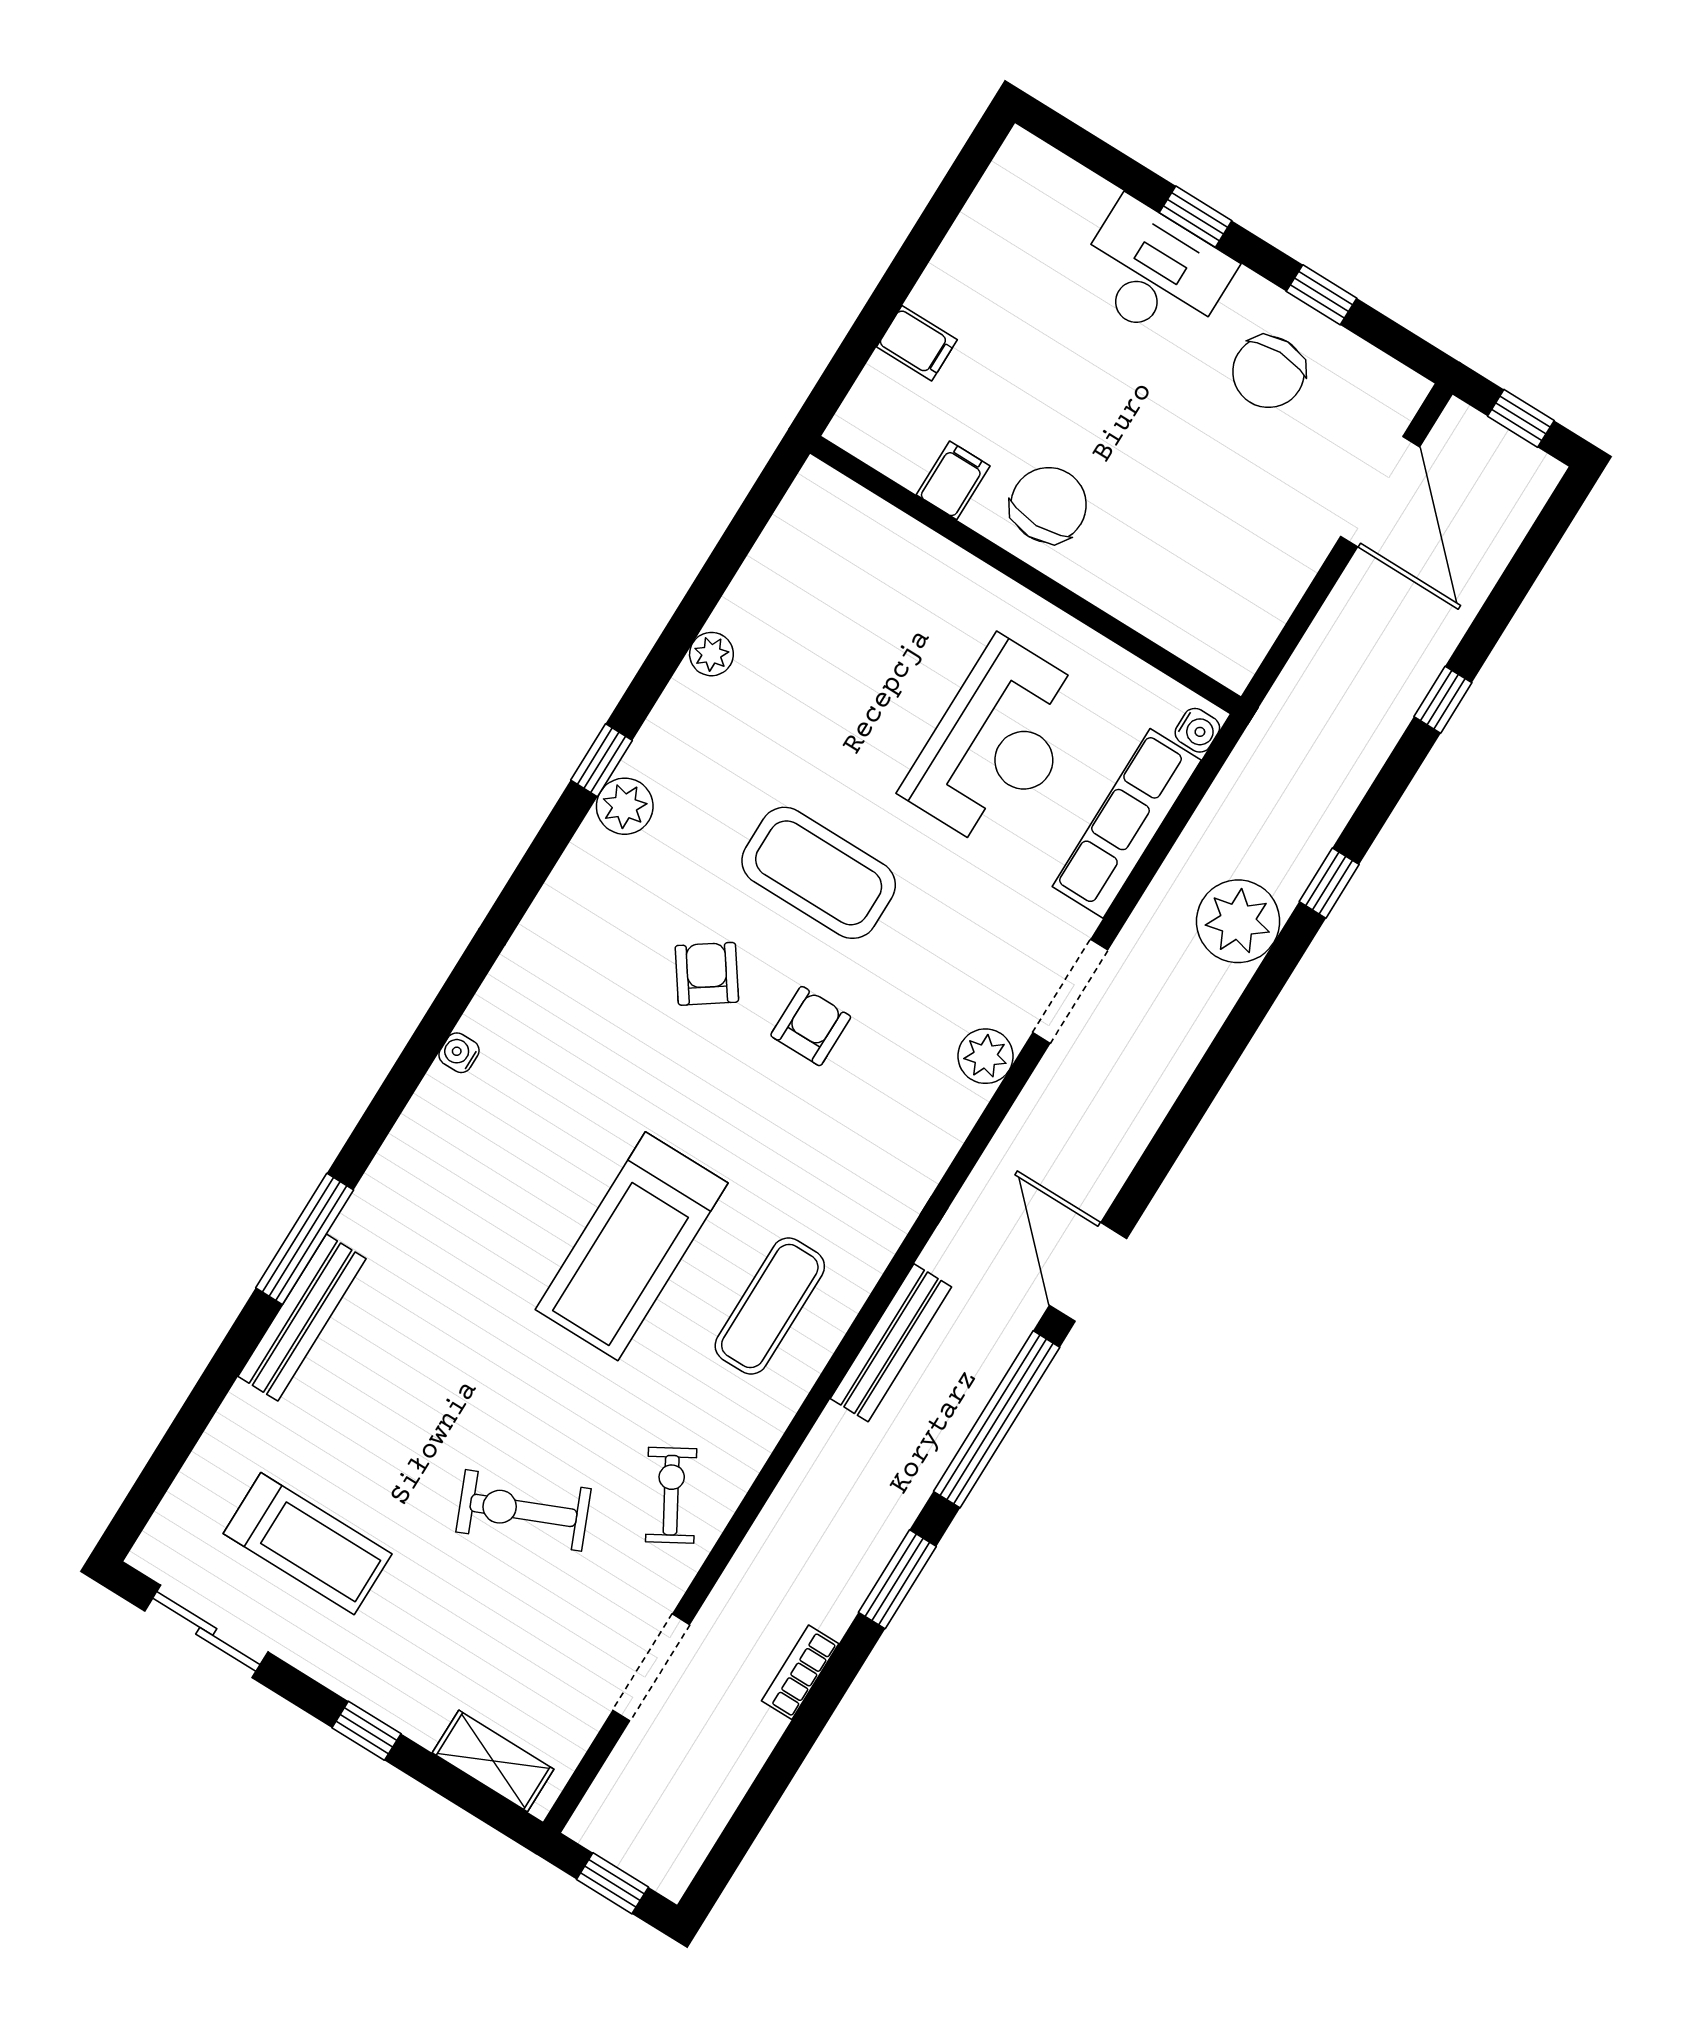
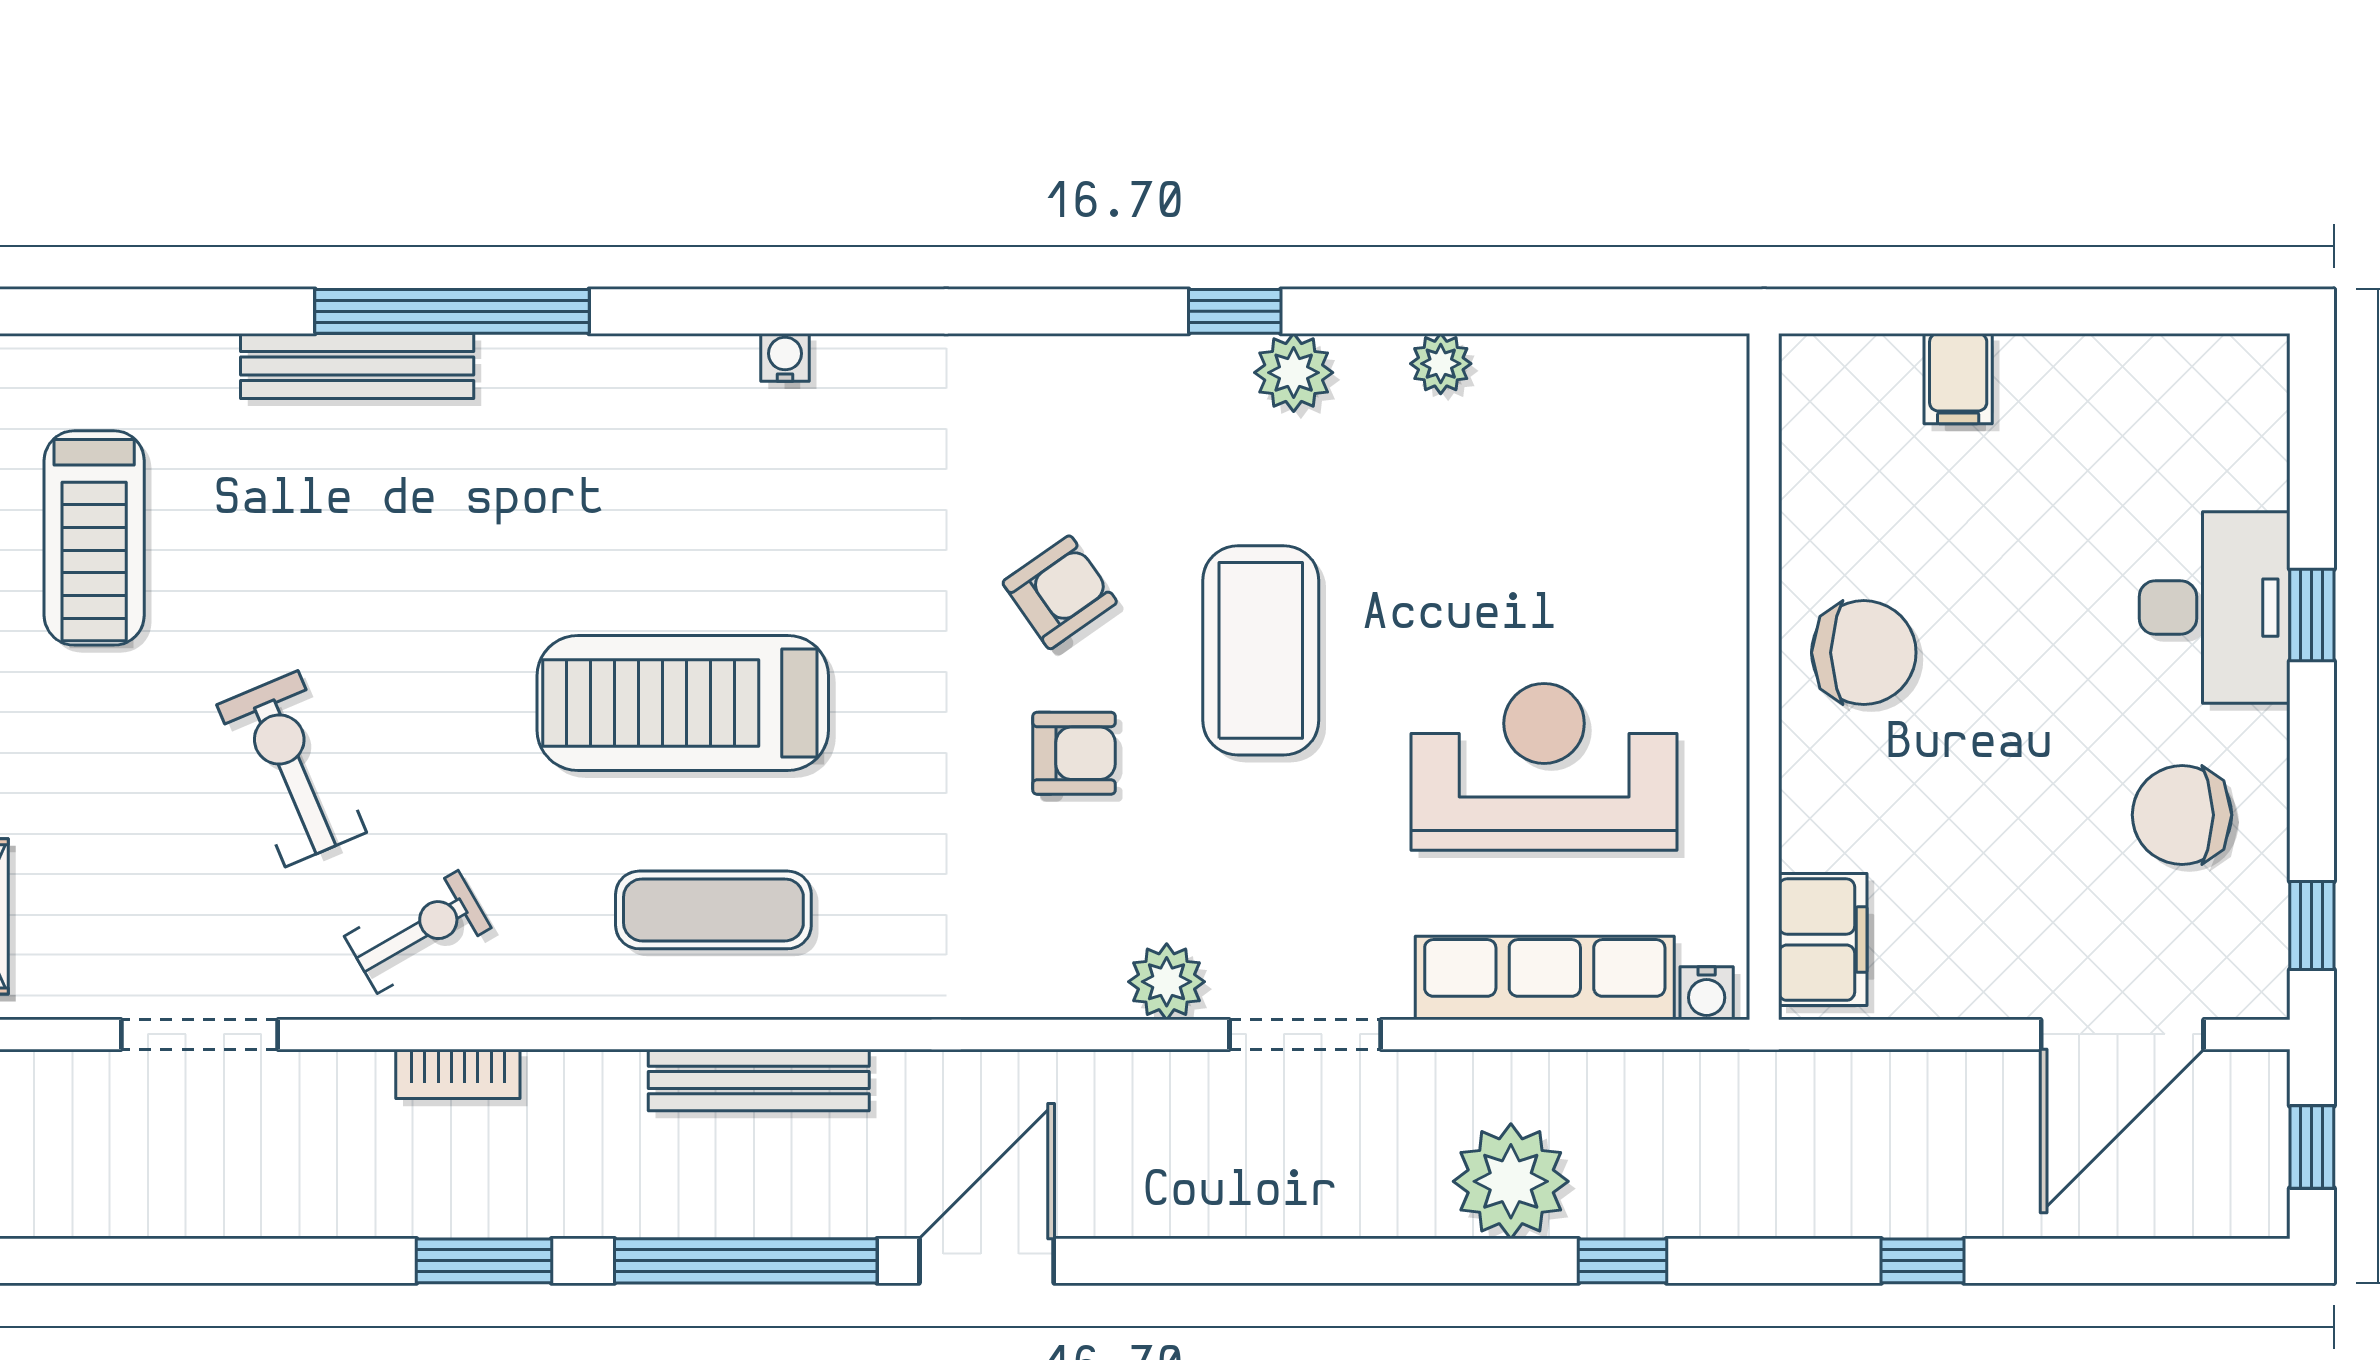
window: (1322, 295) -> (2312, 926), moved
filing cabinet: (953, 480) -> (1823, 940), moved, width x2.00
reception desk: (997, 744) -> (1544, 767), turned 180
plant: (625, 806) -> (1294, 373), moved
window: (305, 1239) -> (452, 311), width x1.46
bookcase: (800, 1672) -> (458, 1074), moved, turned 180

